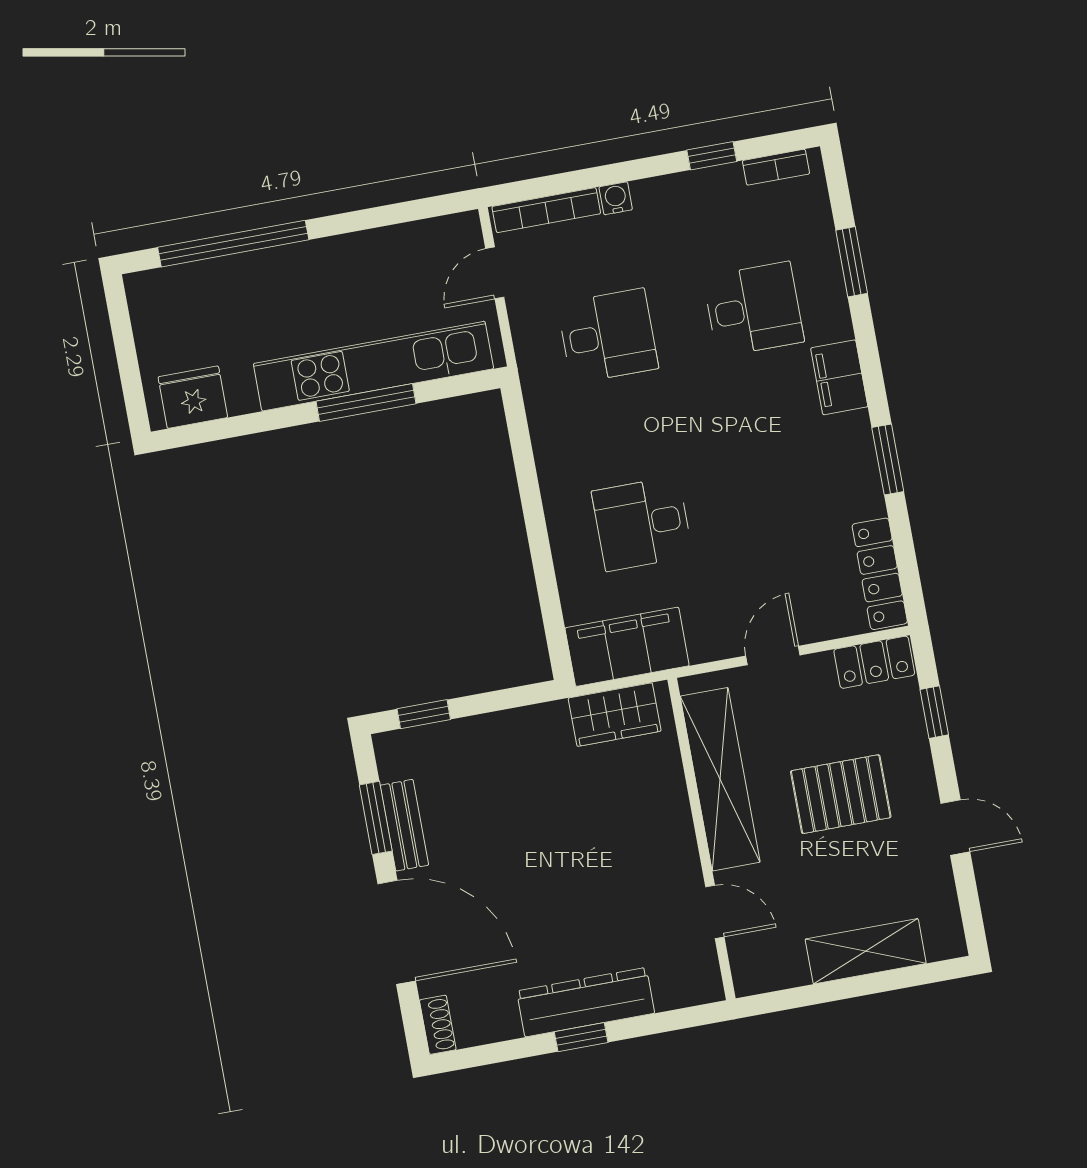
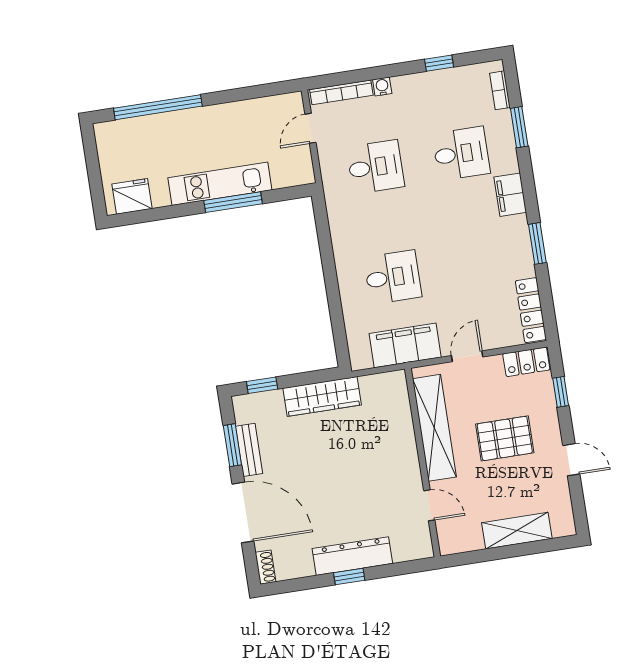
bookcase: (776, 167) -> (500, 90), moved, turned 90
kitchen unit: (373, 366) -> (220, 184), width x0.73
desk: (642, 524) -> (393, 277), turned 180
filing cabinet: (627, 647) -> (405, 345), moved
wardrobe: (615, 715) -> (322, 396), moved, width x1.50

